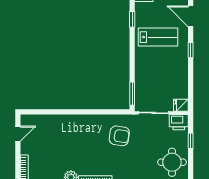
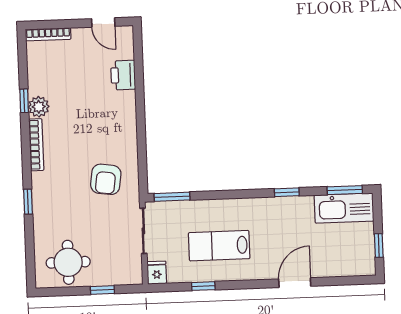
lab bench: (158, 37) -> (219, 246), moved, turned 90
window: (191, 50) -> (203, 286), moved
printer: (179, 122) -> (123, 75), moved

